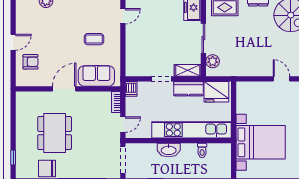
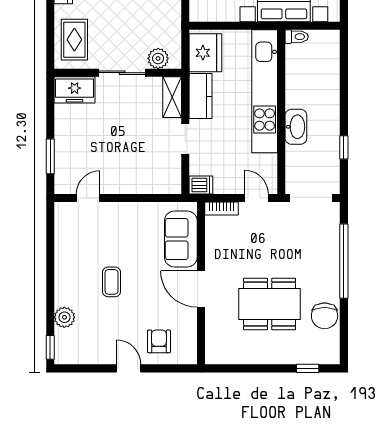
door: (123, 16) -> (88, 198), hinge flipped
coffee table: (94, 39) -> (112, 282), moved
toilet: (202, 150) -> (297, 37), moved

